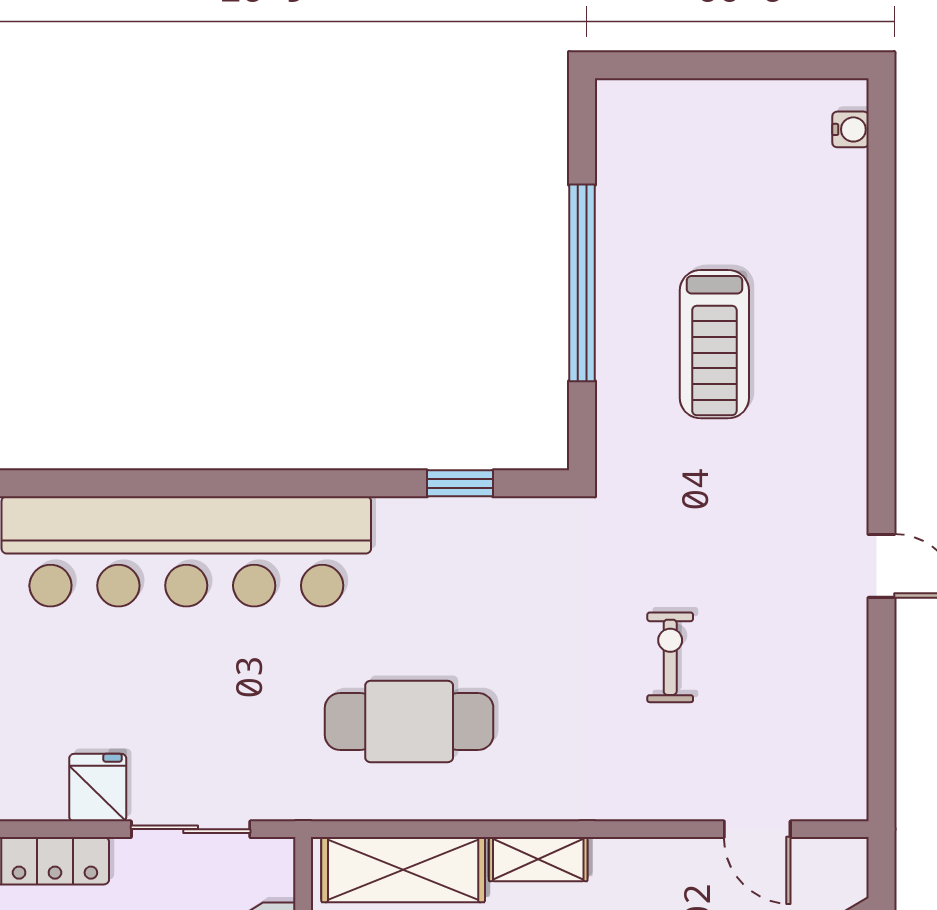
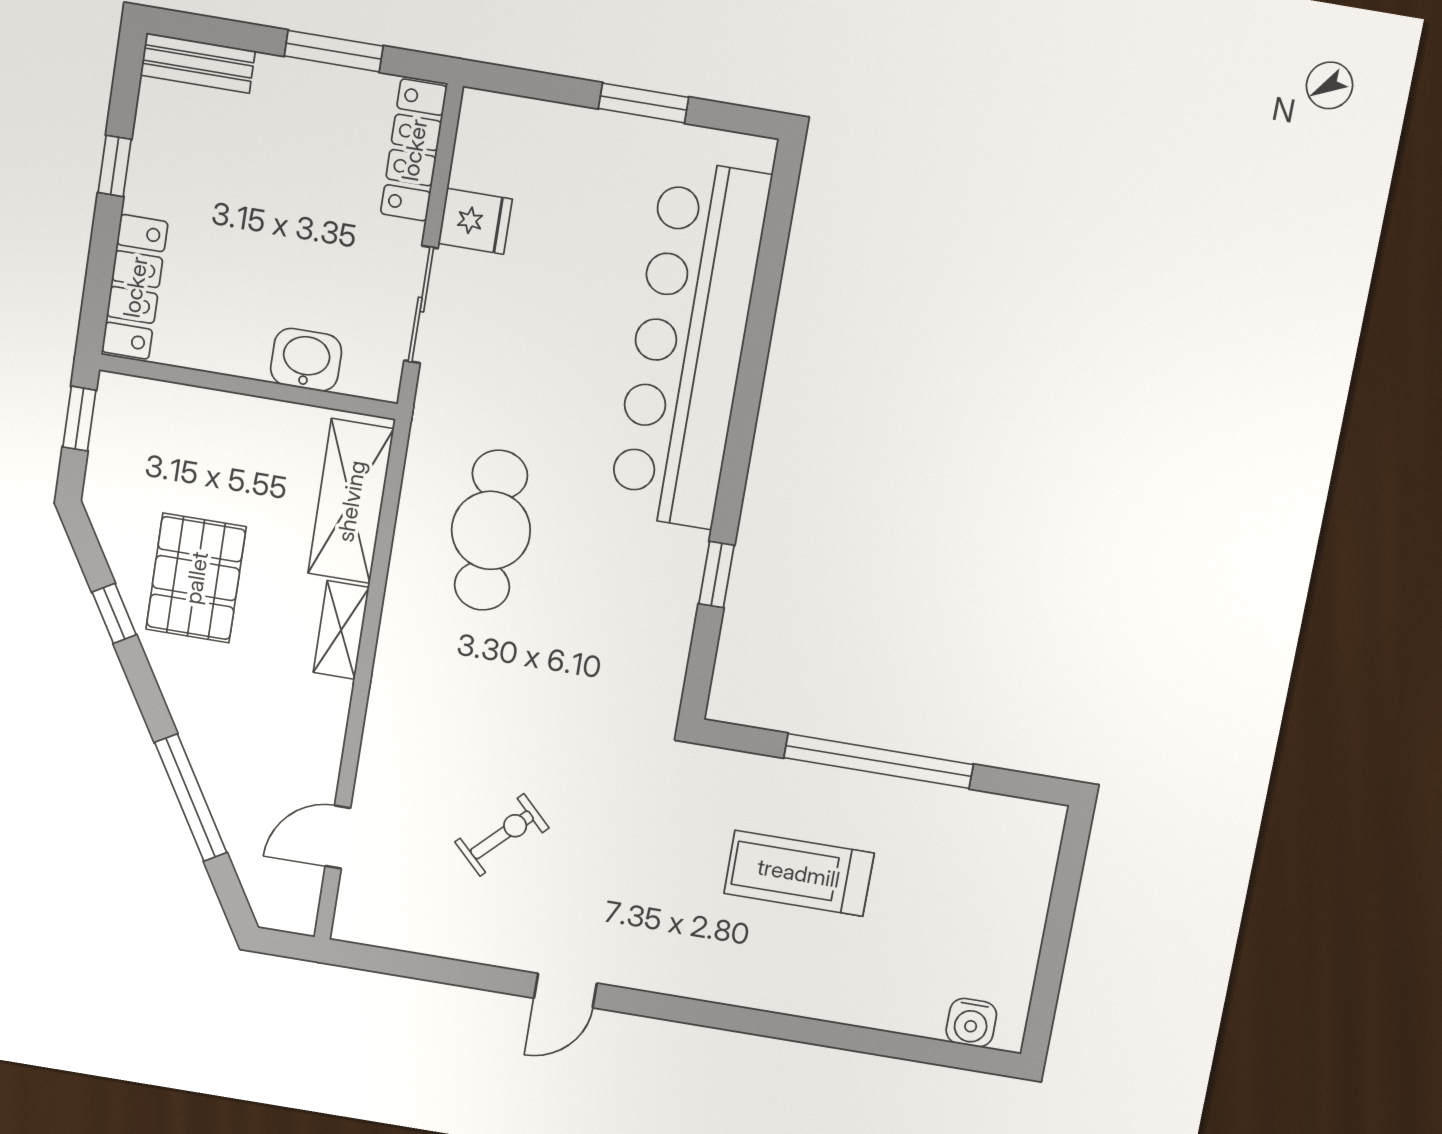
water cooler: (850, 129) -> (971, 1023), width x1.38, depth x1.38
window: (460, 483) -> (716, 575), moved
exercise bike: (670, 657) -> (502, 835), moved, turned -45

